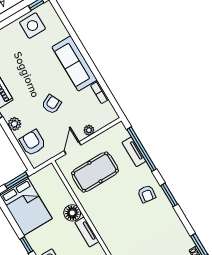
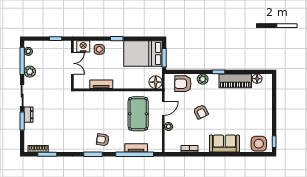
side table: (32, 26) -> (259, 144), moved
sofa: (75, 63) -> (224, 144), width x0.73
armchair: (33, 143) -> (183, 84), turned 180
door: (72, 148) -> (163, 108), hinge flipped
floor lamp: (72, 213) -> (156, 82), moved

